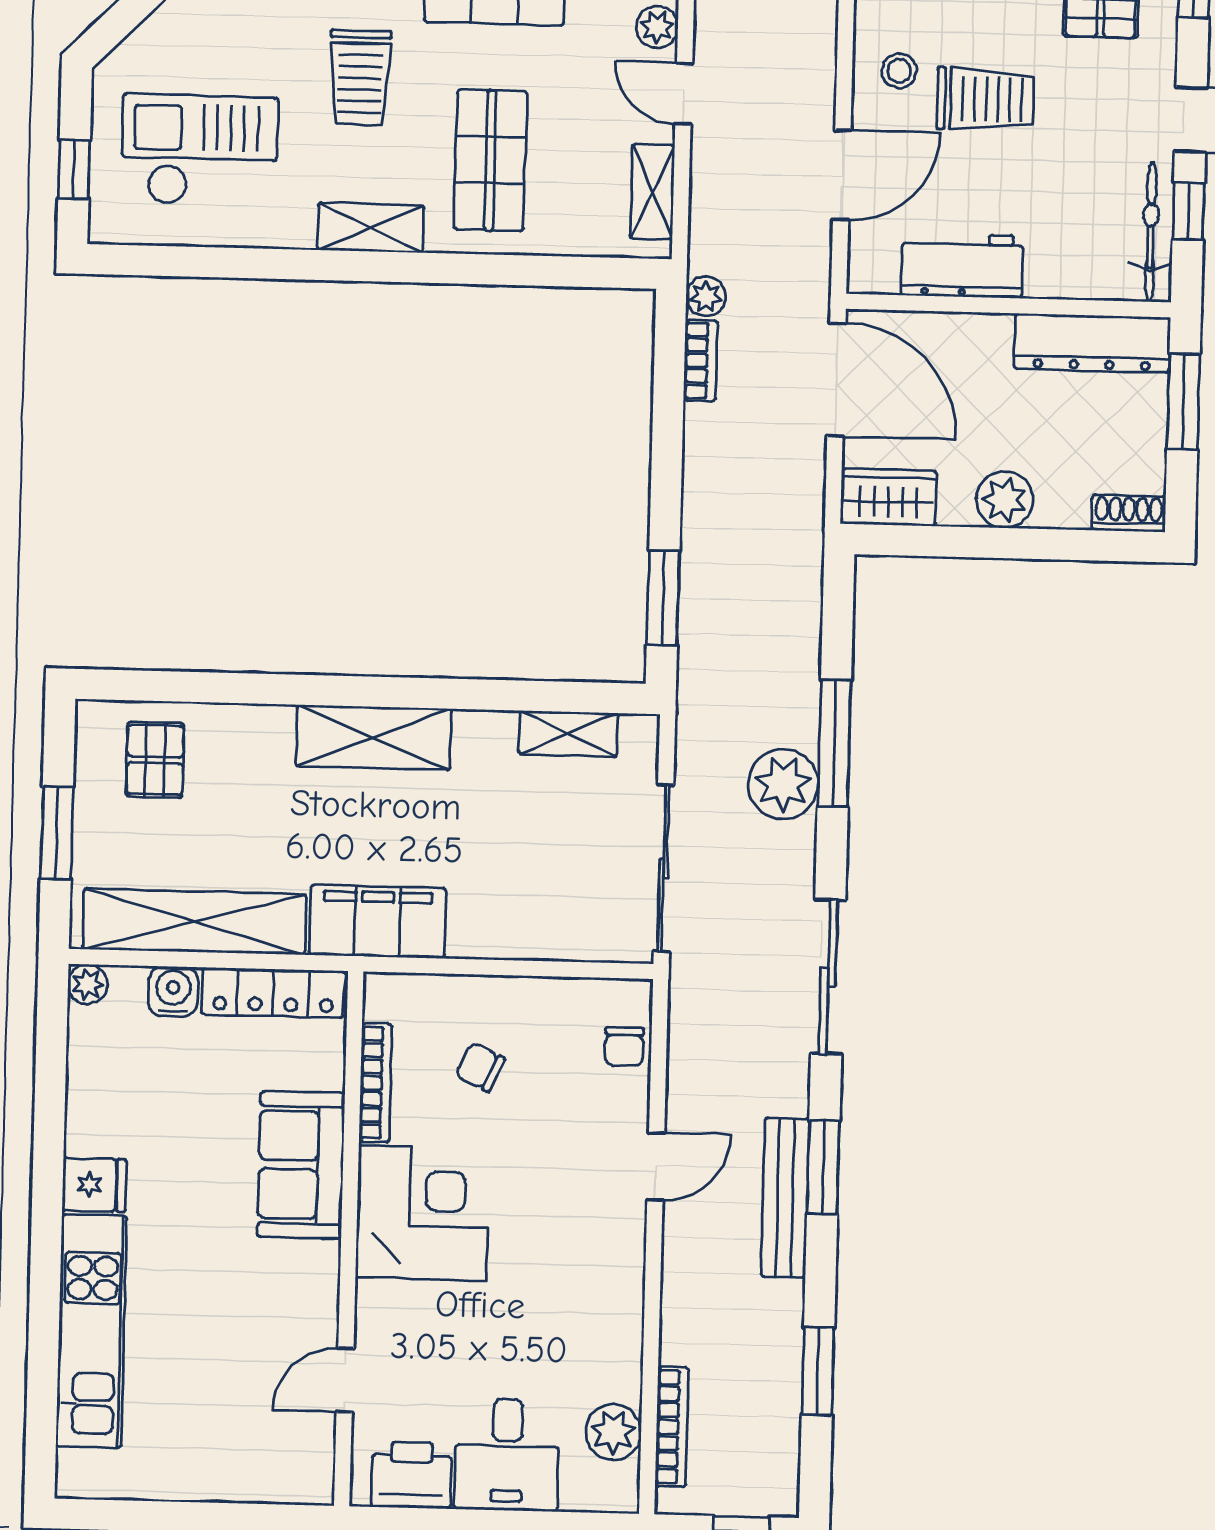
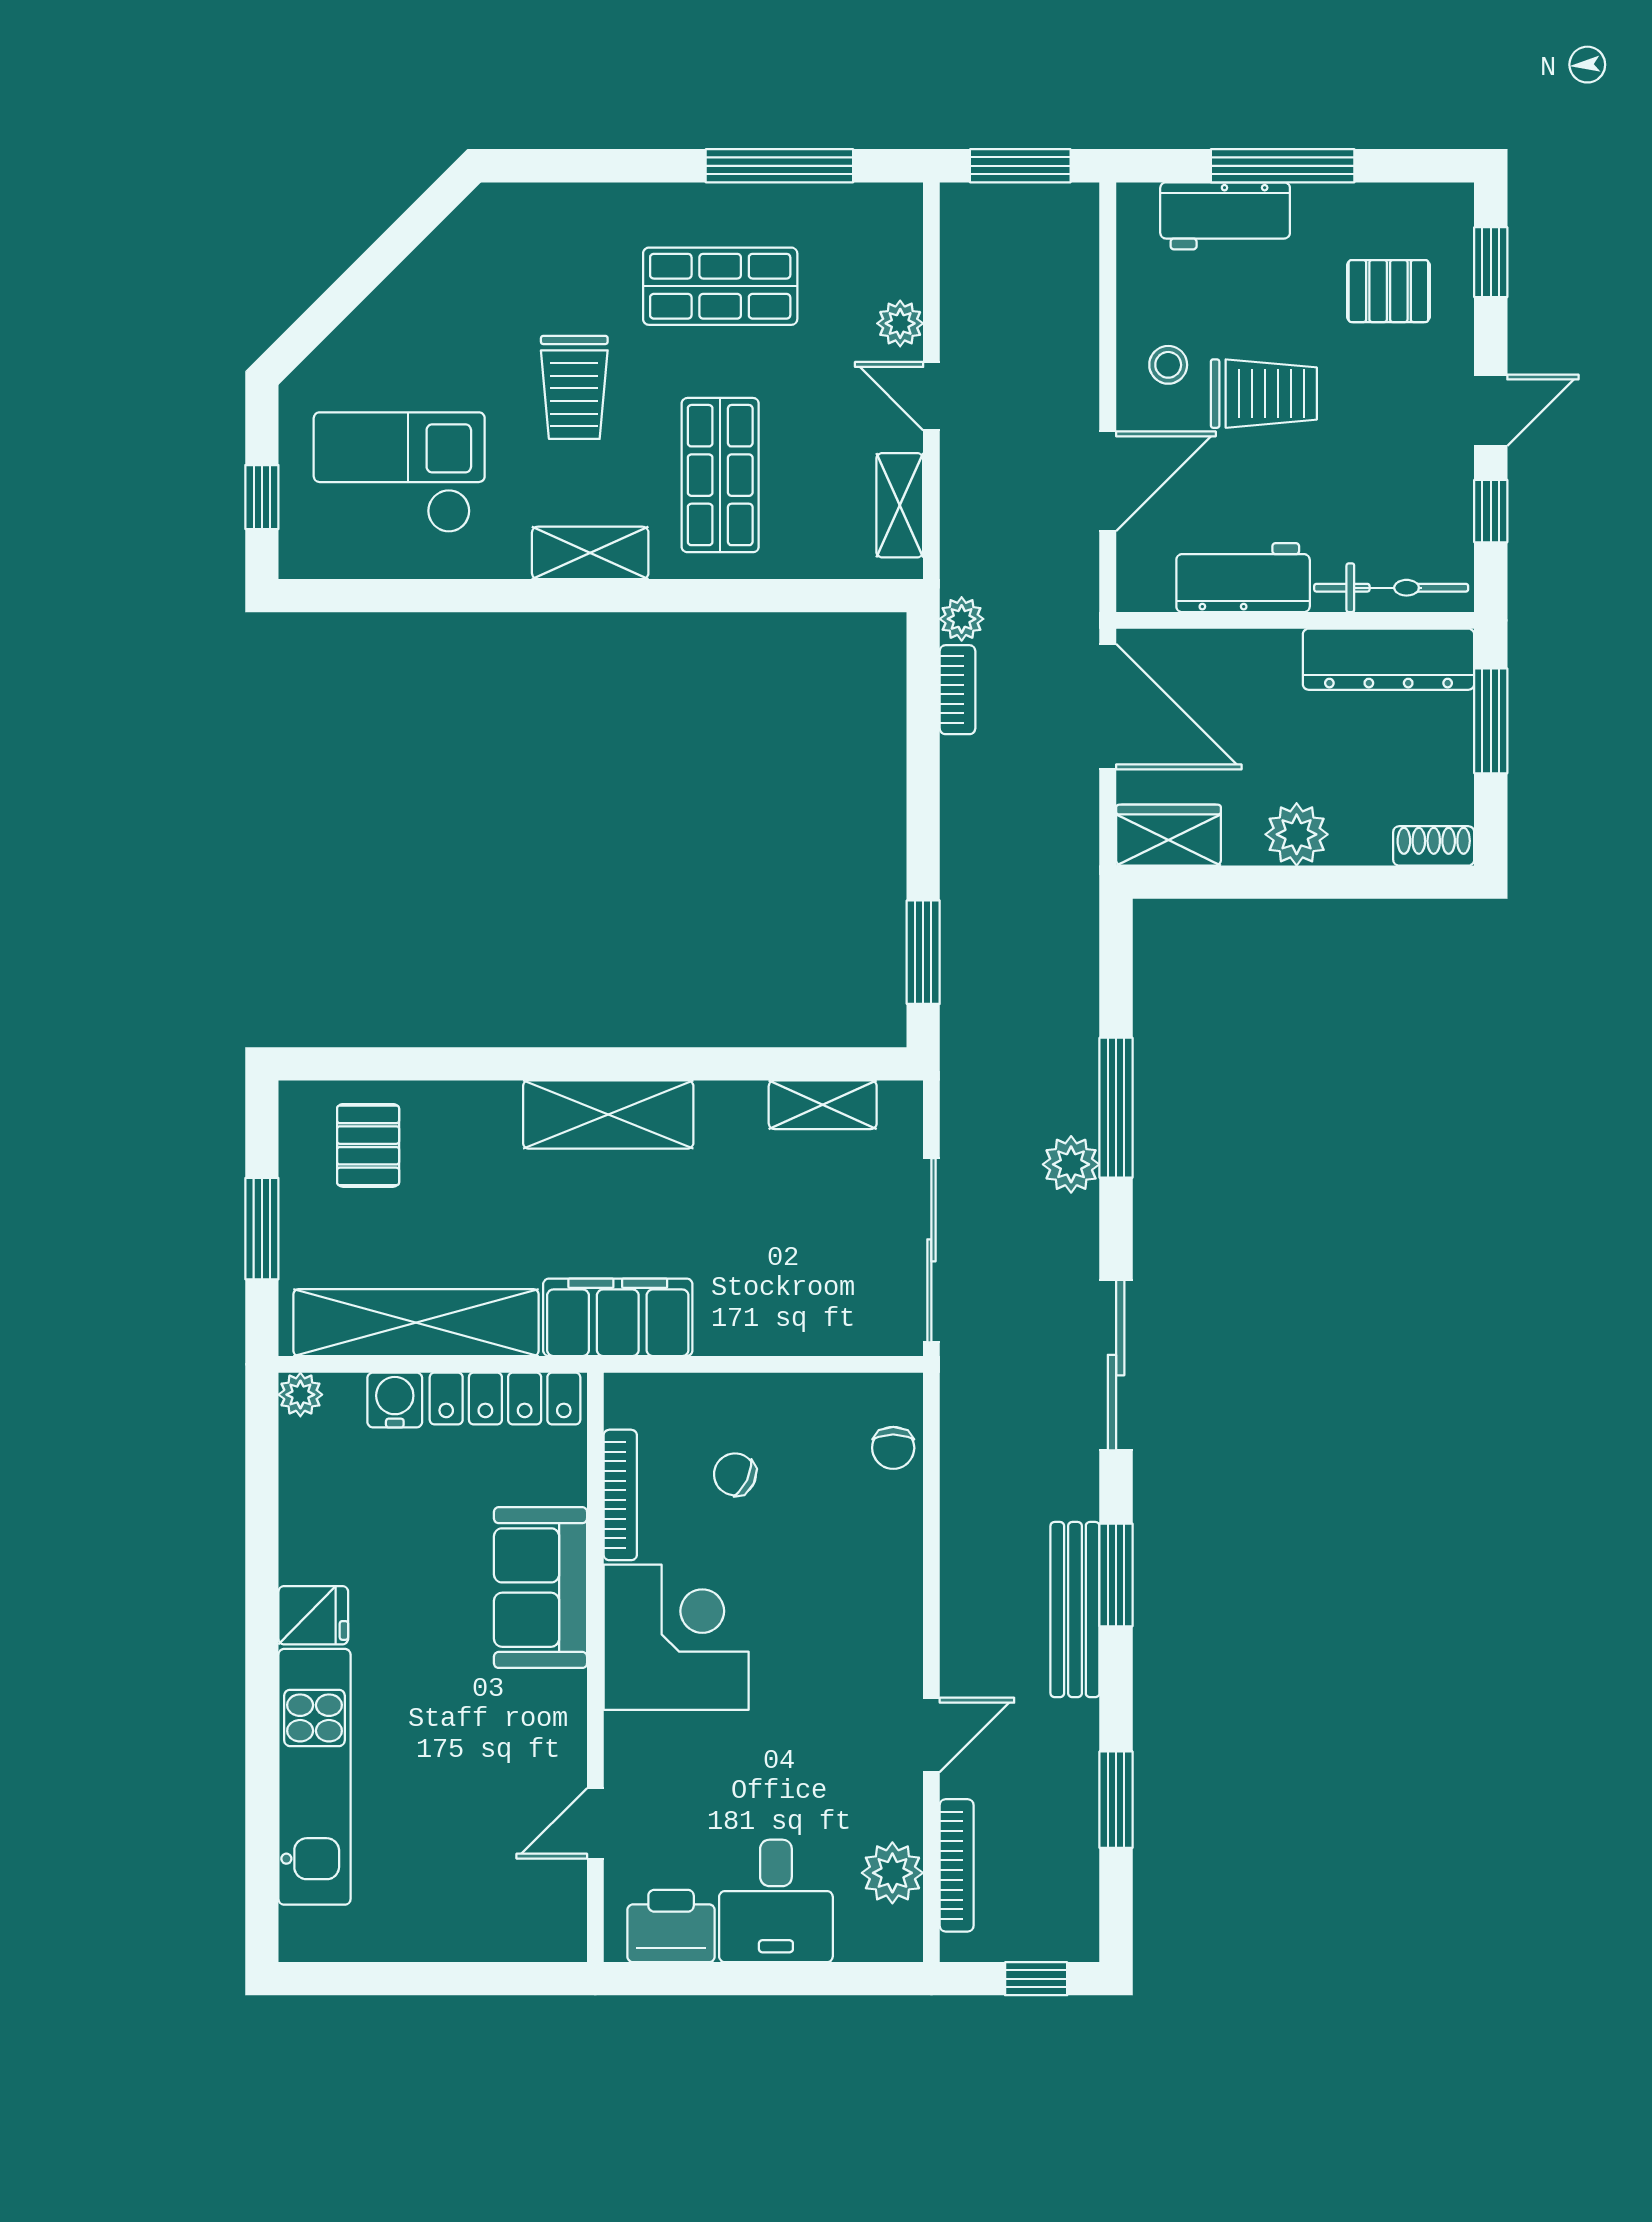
bicycle: (1151, 232) -> (1391, 588), moved, turned 90
plant: (783, 784) -> (1071, 1164), width x0.73, depth x0.73
door: (656, 1166) -> (931, 1735), moved

